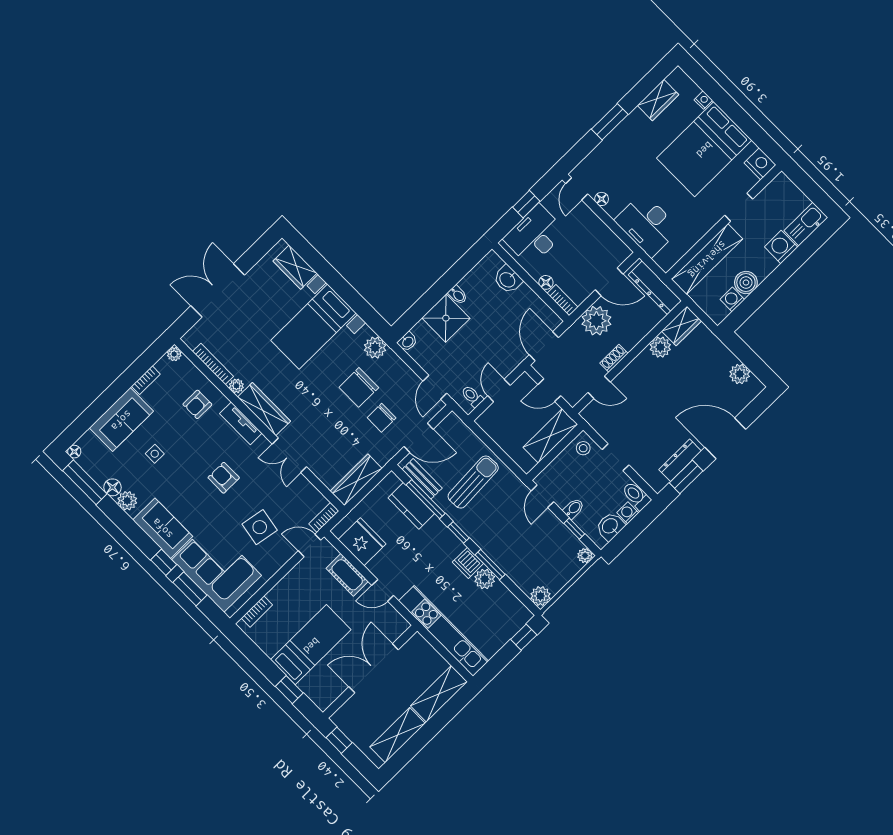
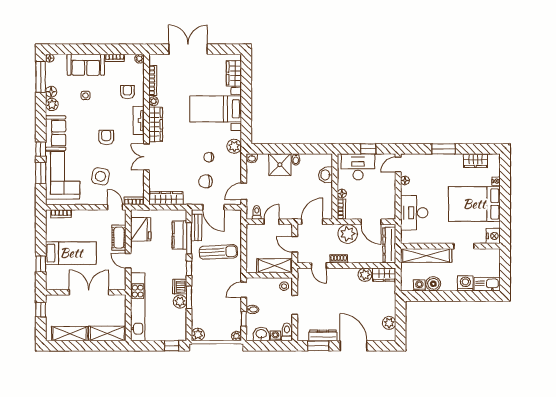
chair: (359, 387) -> (209, 157), width x0.54, depth x0.54
armchair: (197, 404) -> (127, 92), turned 90

